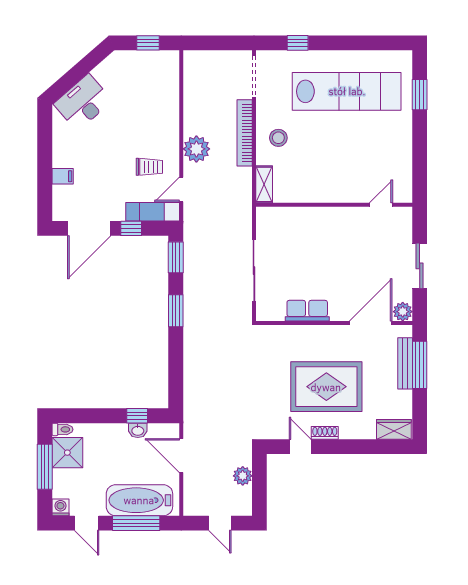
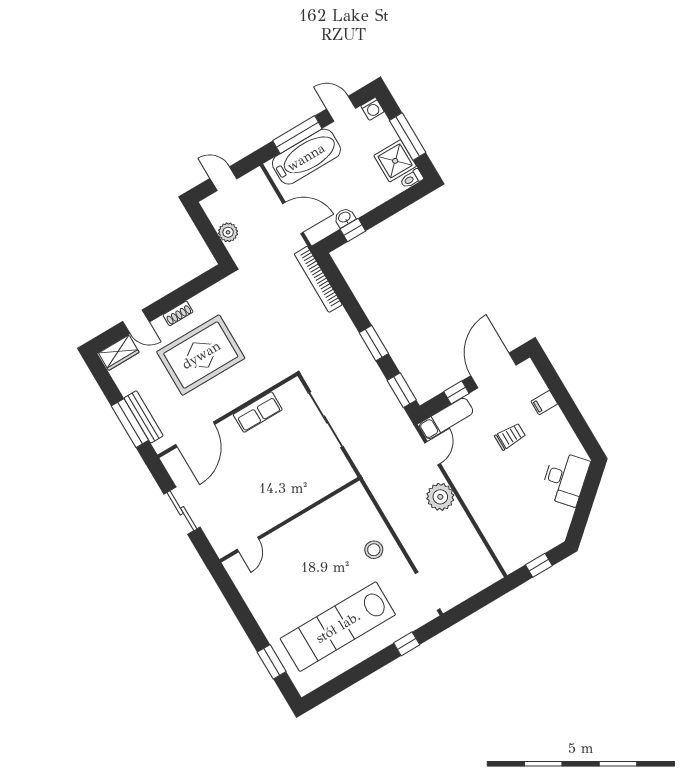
bookcase: (245, 133) -> (318, 279), moved, turned 180
trolley: (149, 167) -> (510, 436), moved, turned 180
shelving: (264, 184) -> (362, 501), removed
plant: (403, 312) -> (173, 461), removed
door: (300, 447) -> (136, 322), moved

